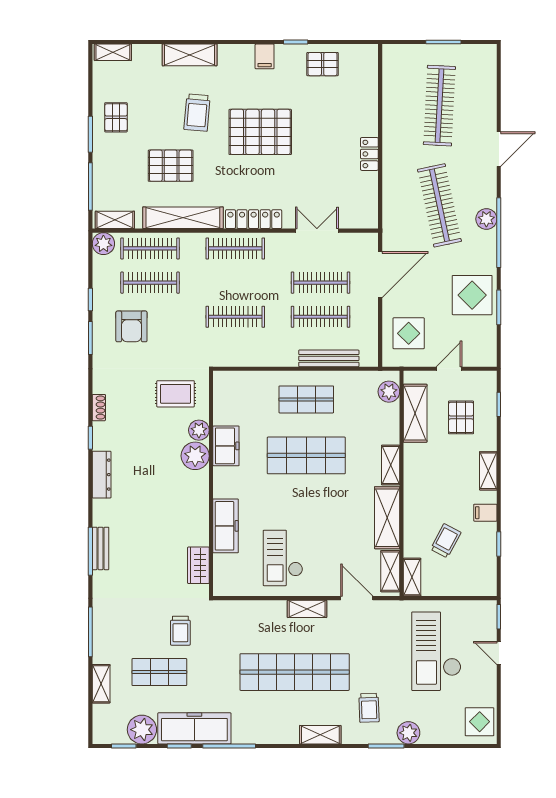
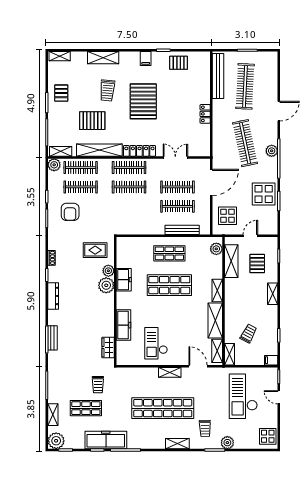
bench: (392, 87) -> (218, 76), added
pallet: (260, 132) -> (143, 101), turned 90
clothes rail: (235, 317) -> (129, 187), moved
filing cabinet: (485, 513) -> (271, 360), moved
plant: (142, 730) -> (56, 441), moved

